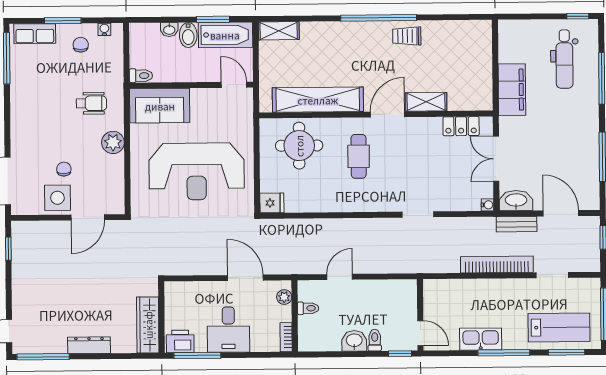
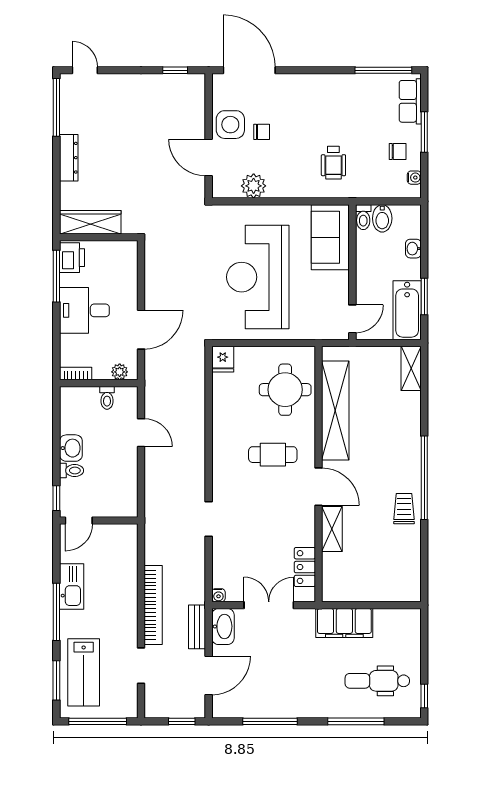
bidet: (188, 35) -> (382, 218), moved, turned -90
plant: (113, 142) -> (254, 186), moved

